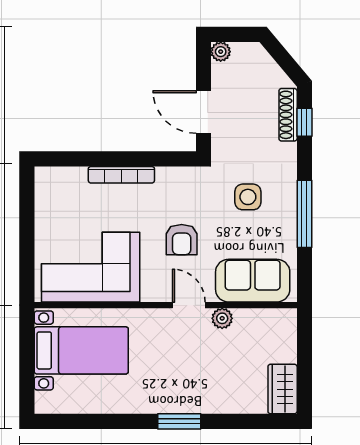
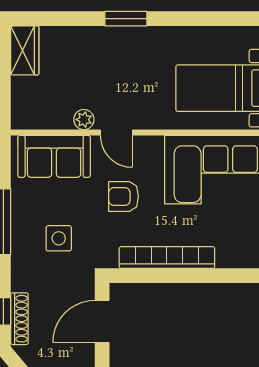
door: (203, 112) -> (102, 321), swing flipped
bookcase: (121, 175) -> (167, 257), width x1.48, depth x1.31
armchair: (182, 240) -> (124, 197), turned -90

